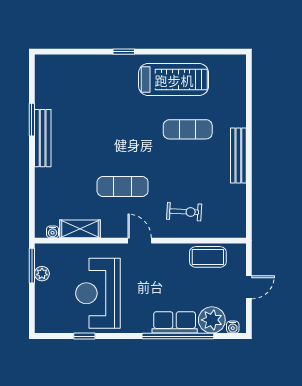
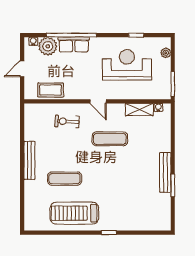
plant: (42, 274) -> (166, 53), moved
reception desk: (98, 293) -> (127, 65), turned -90

